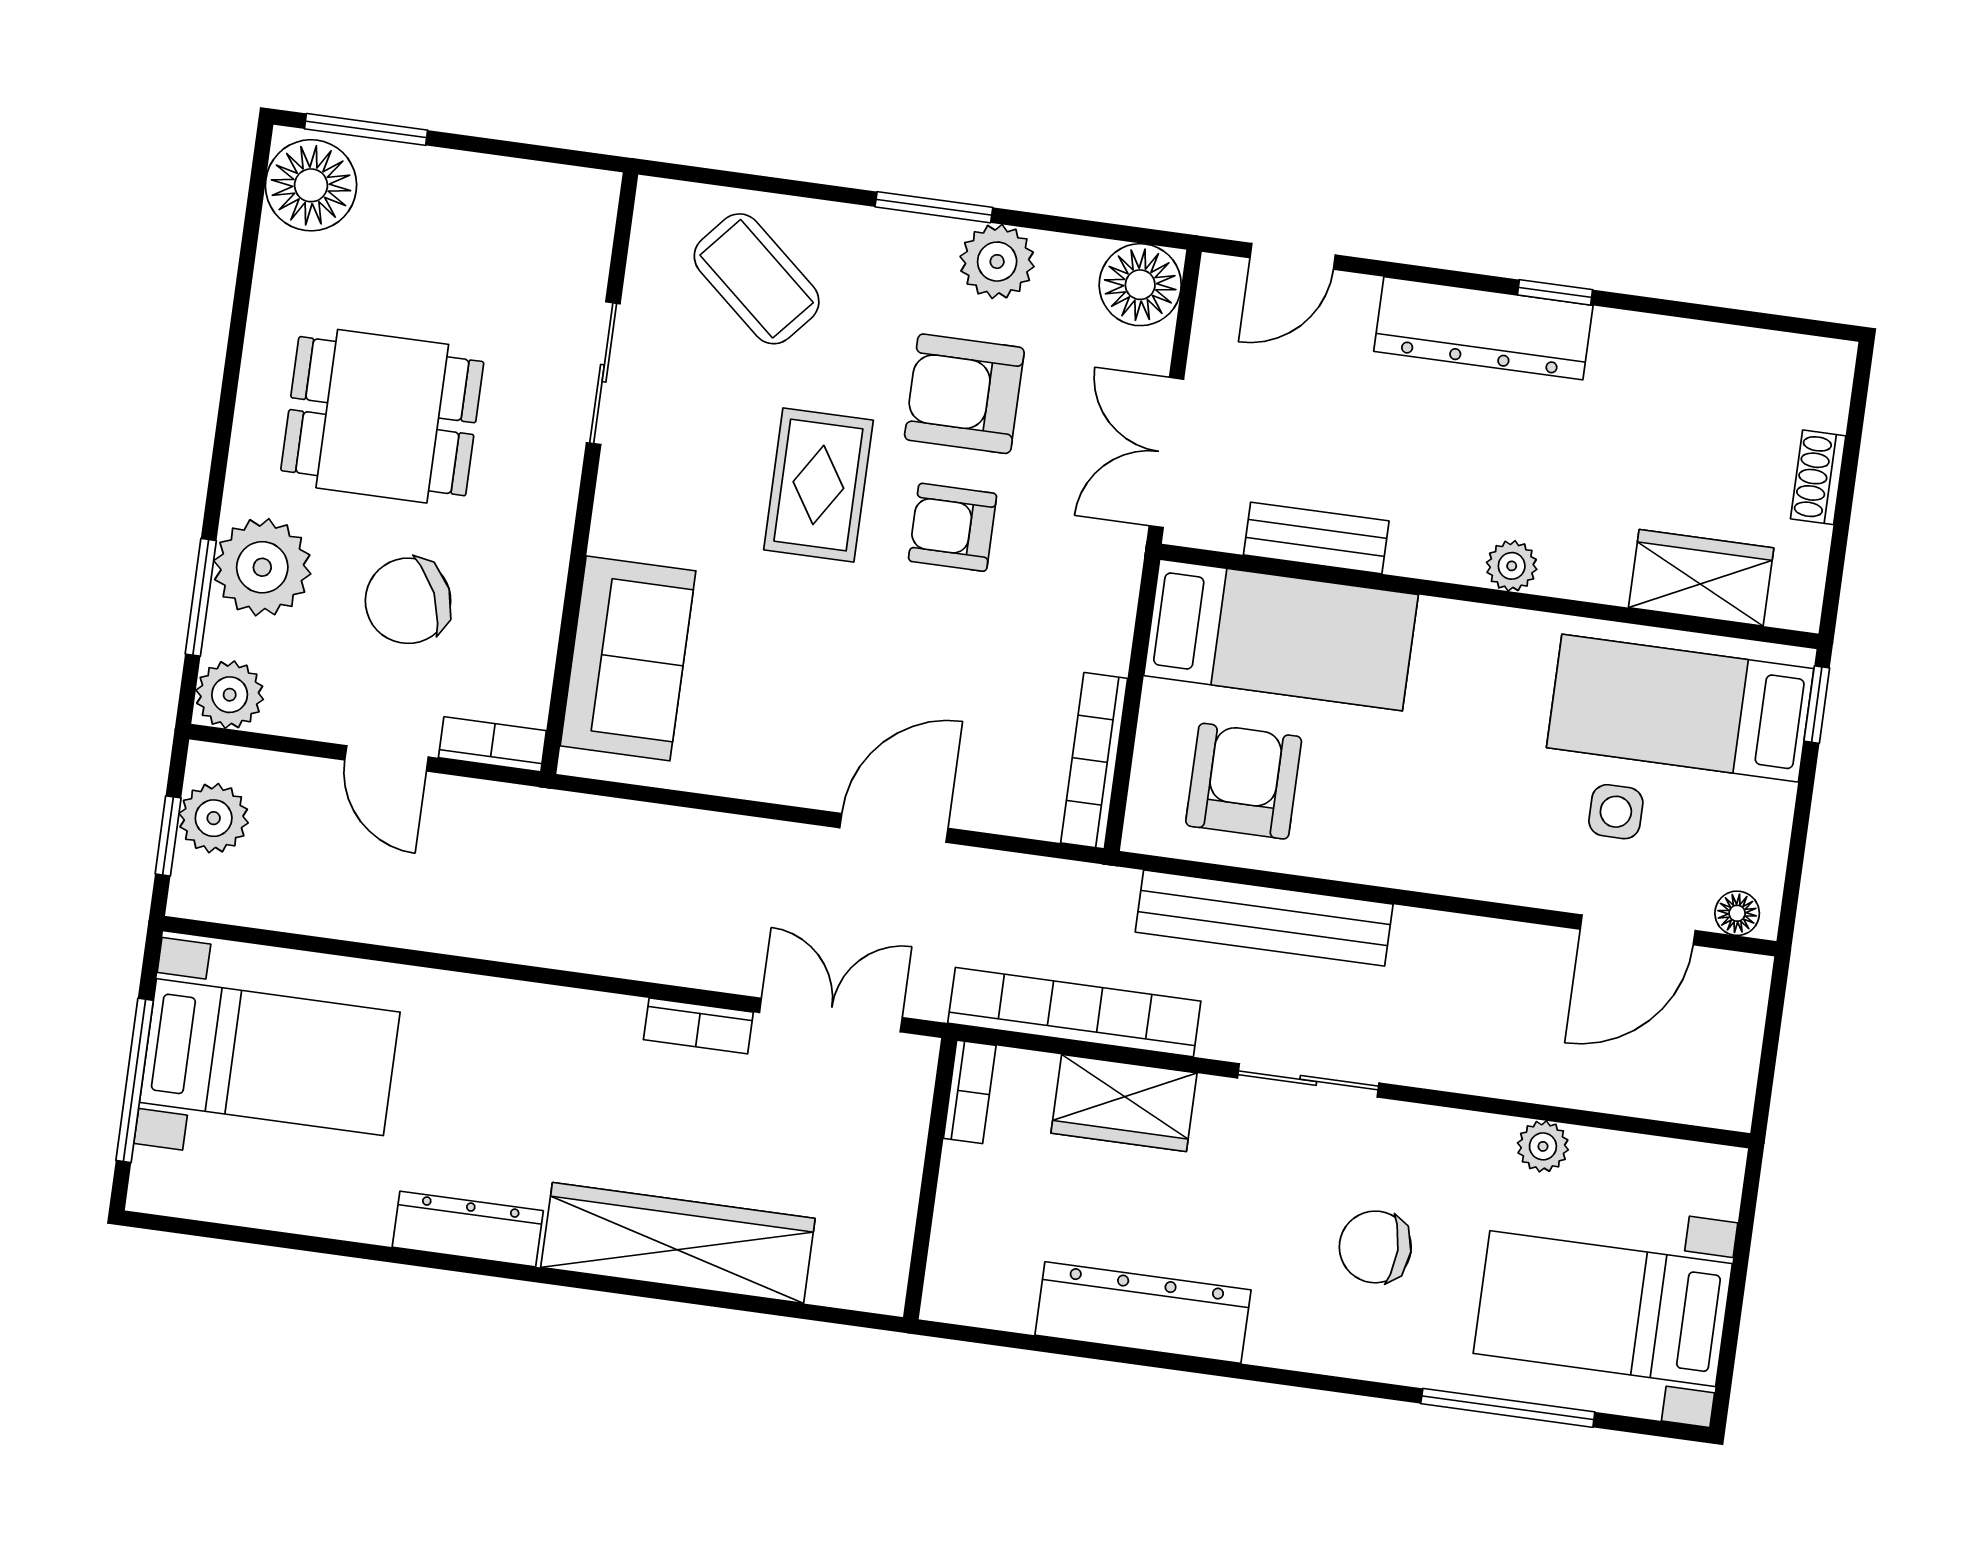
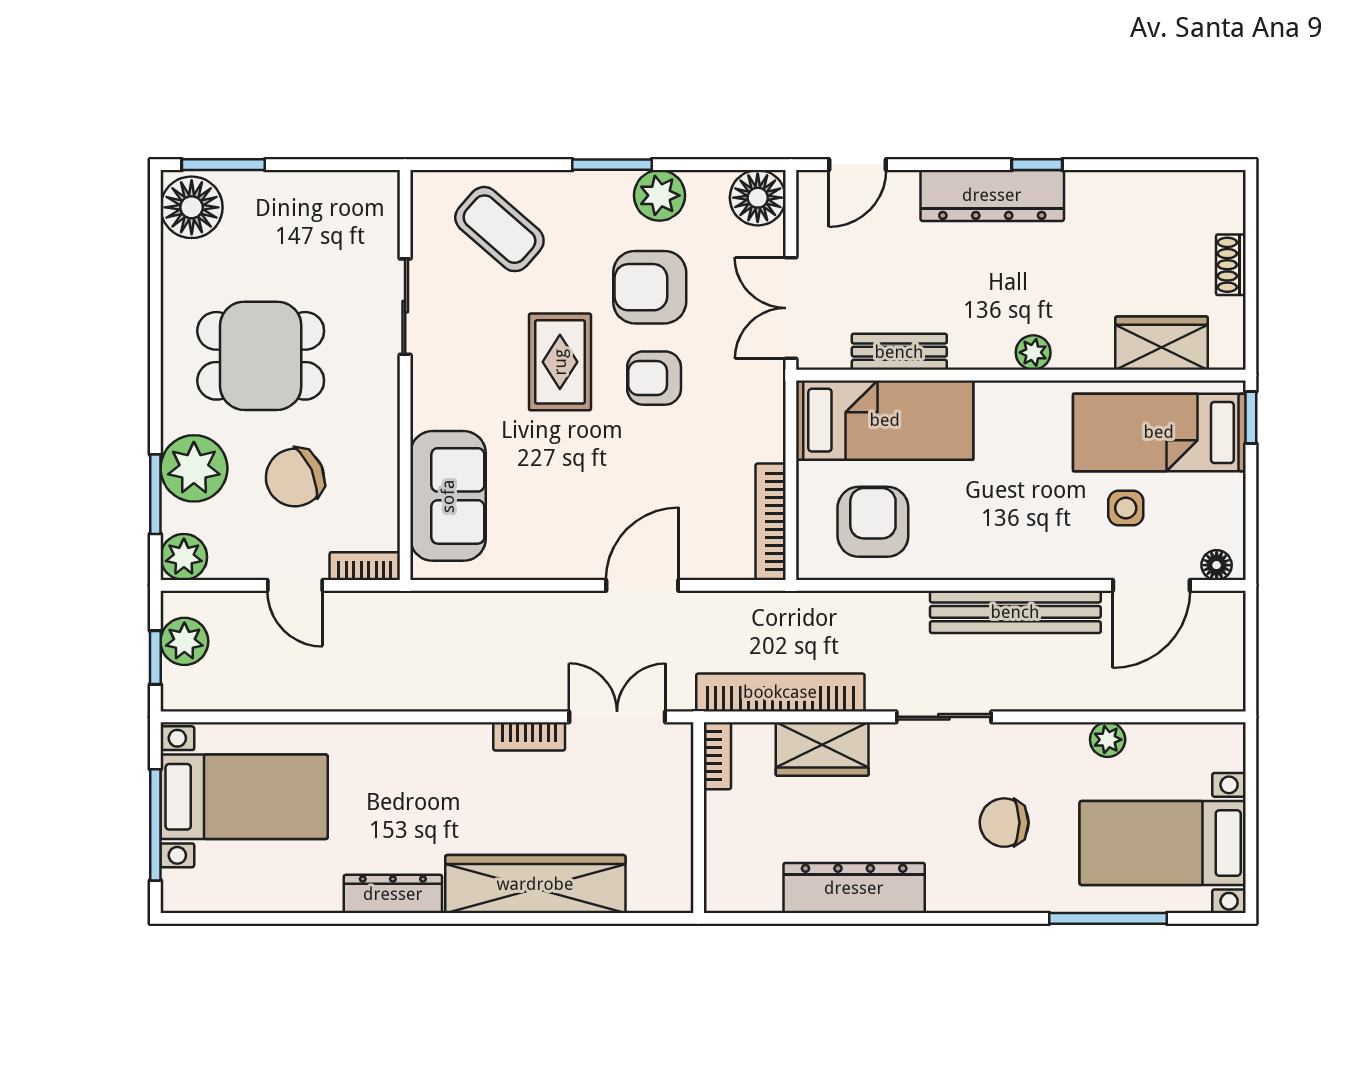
bench: (1264, 918) -> (1015, 612), moved

